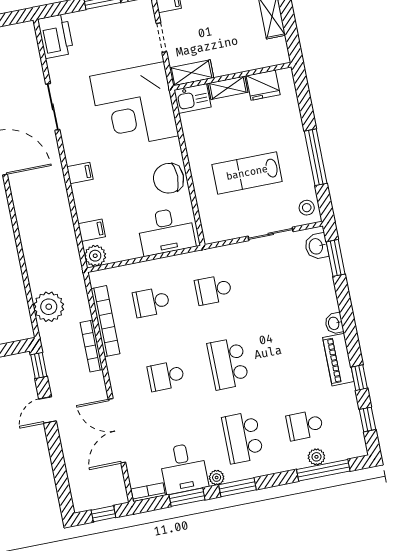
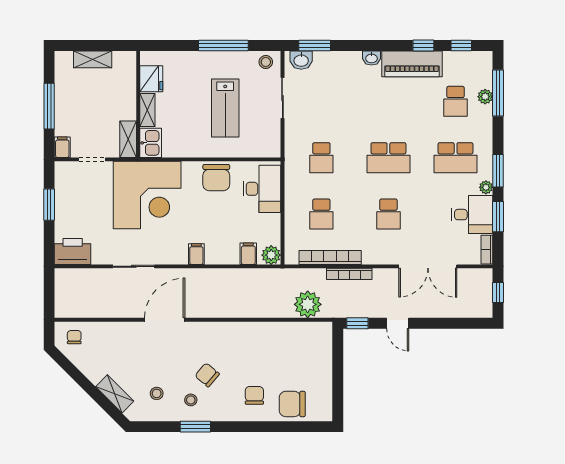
piano: (338, 360) -> (412, 64), width x1.37, depth x1.33

